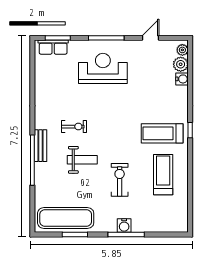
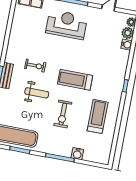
treadmill: (162, 133) -> (75, 80), moved
exercise bike: (120, 180) -> (63, 114), turned 180
water cooler: (124, 226) -> (77, 154), moved

